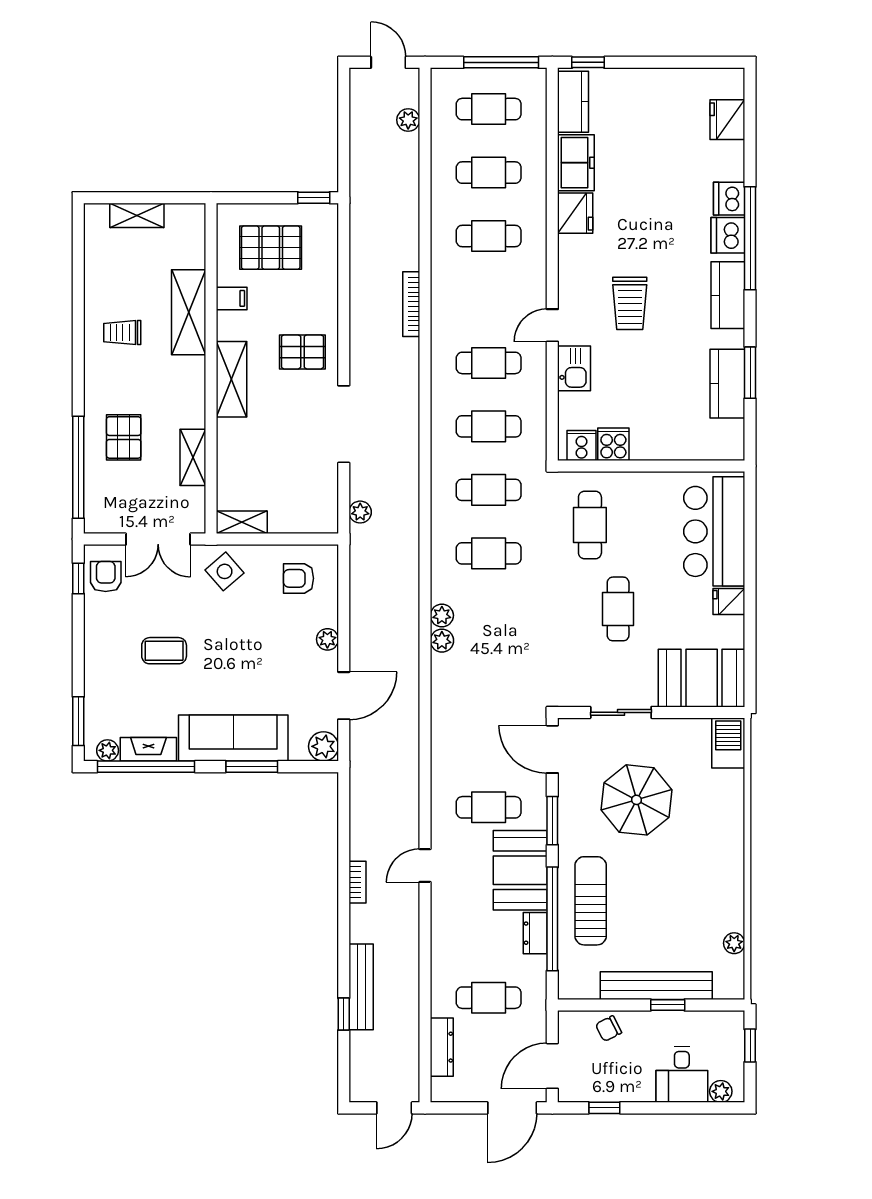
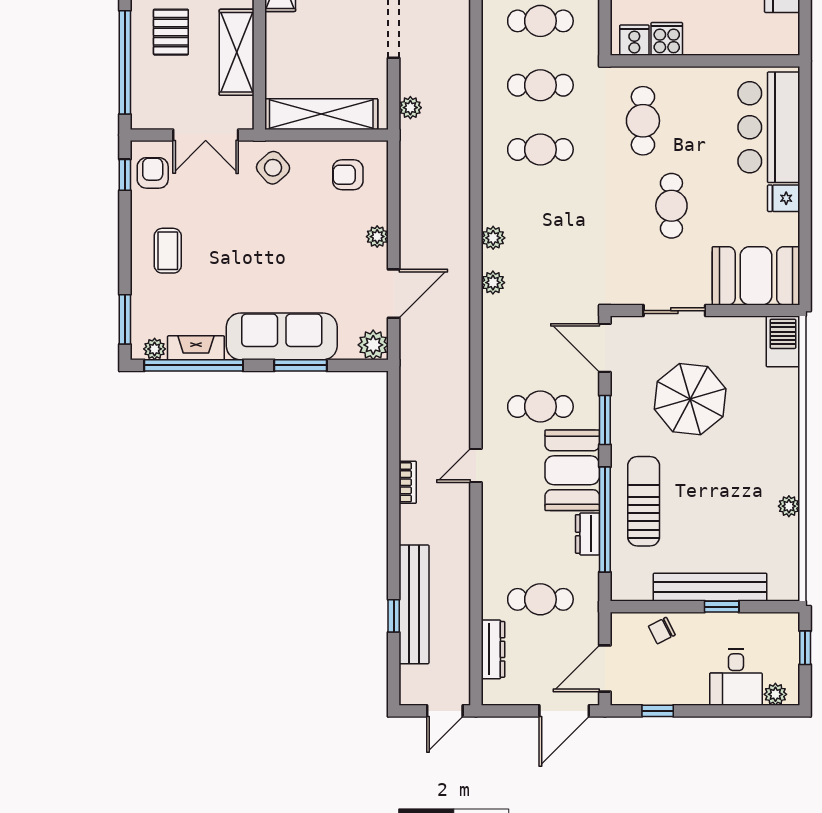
shelving: (193, 457) -> (237, 52), width x1.50, depth x1.33
shelving: (242, 522) -> (321, 114), width x2.20, depth x1.33
plant: (442, 615) -> (493, 283), moved
coffee table: (164, 651) -> (168, 251), moved, turned 90
plant: (734, 943) -> (789, 506), moved
bench: (361, 987) -> (414, 604), width x1.37, depth x1.21

